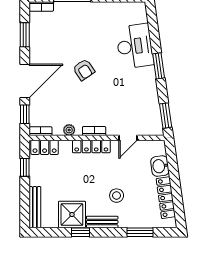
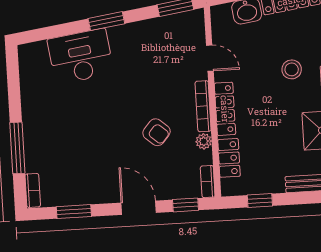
armchair: (84, 70) -> (157, 132), moved, turned 75
door: (25, 81) -> (139, 208), width x0.73
bookcase: (94, 131) -> (203, 106), width x1.56
locker: (45, 147) -> (229, 158), moved

